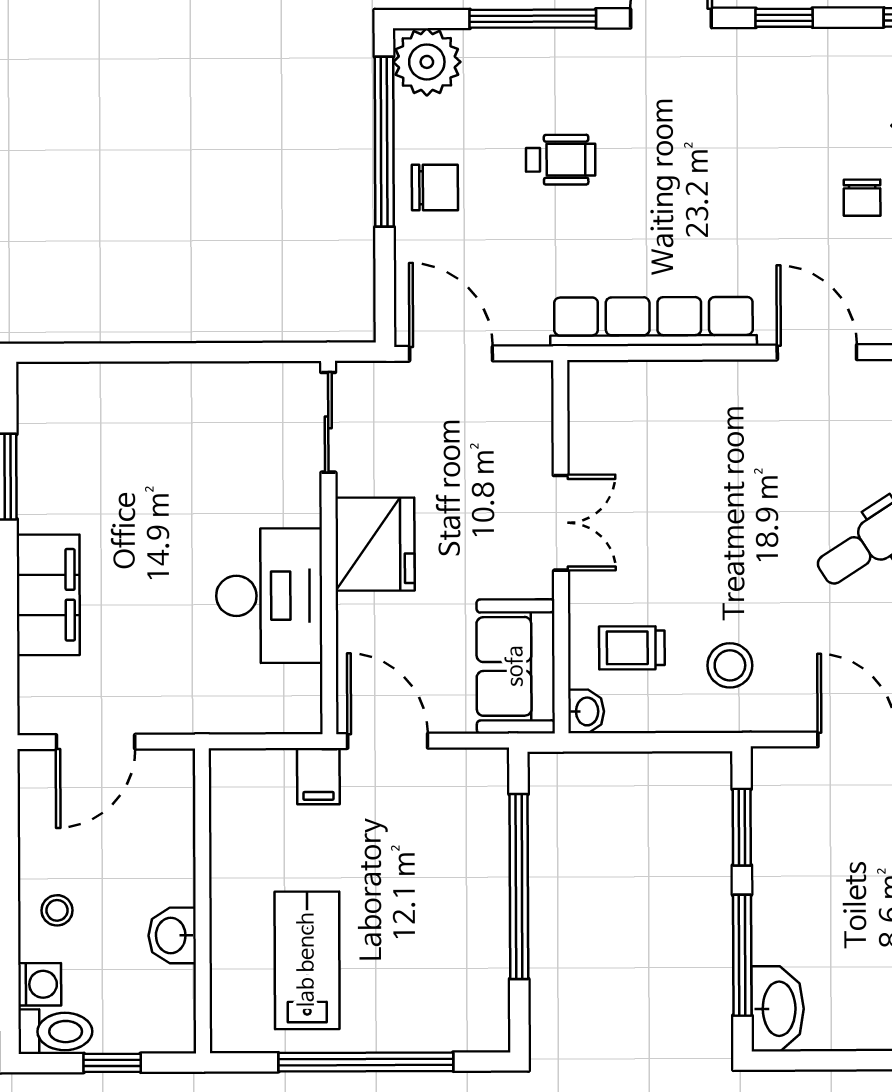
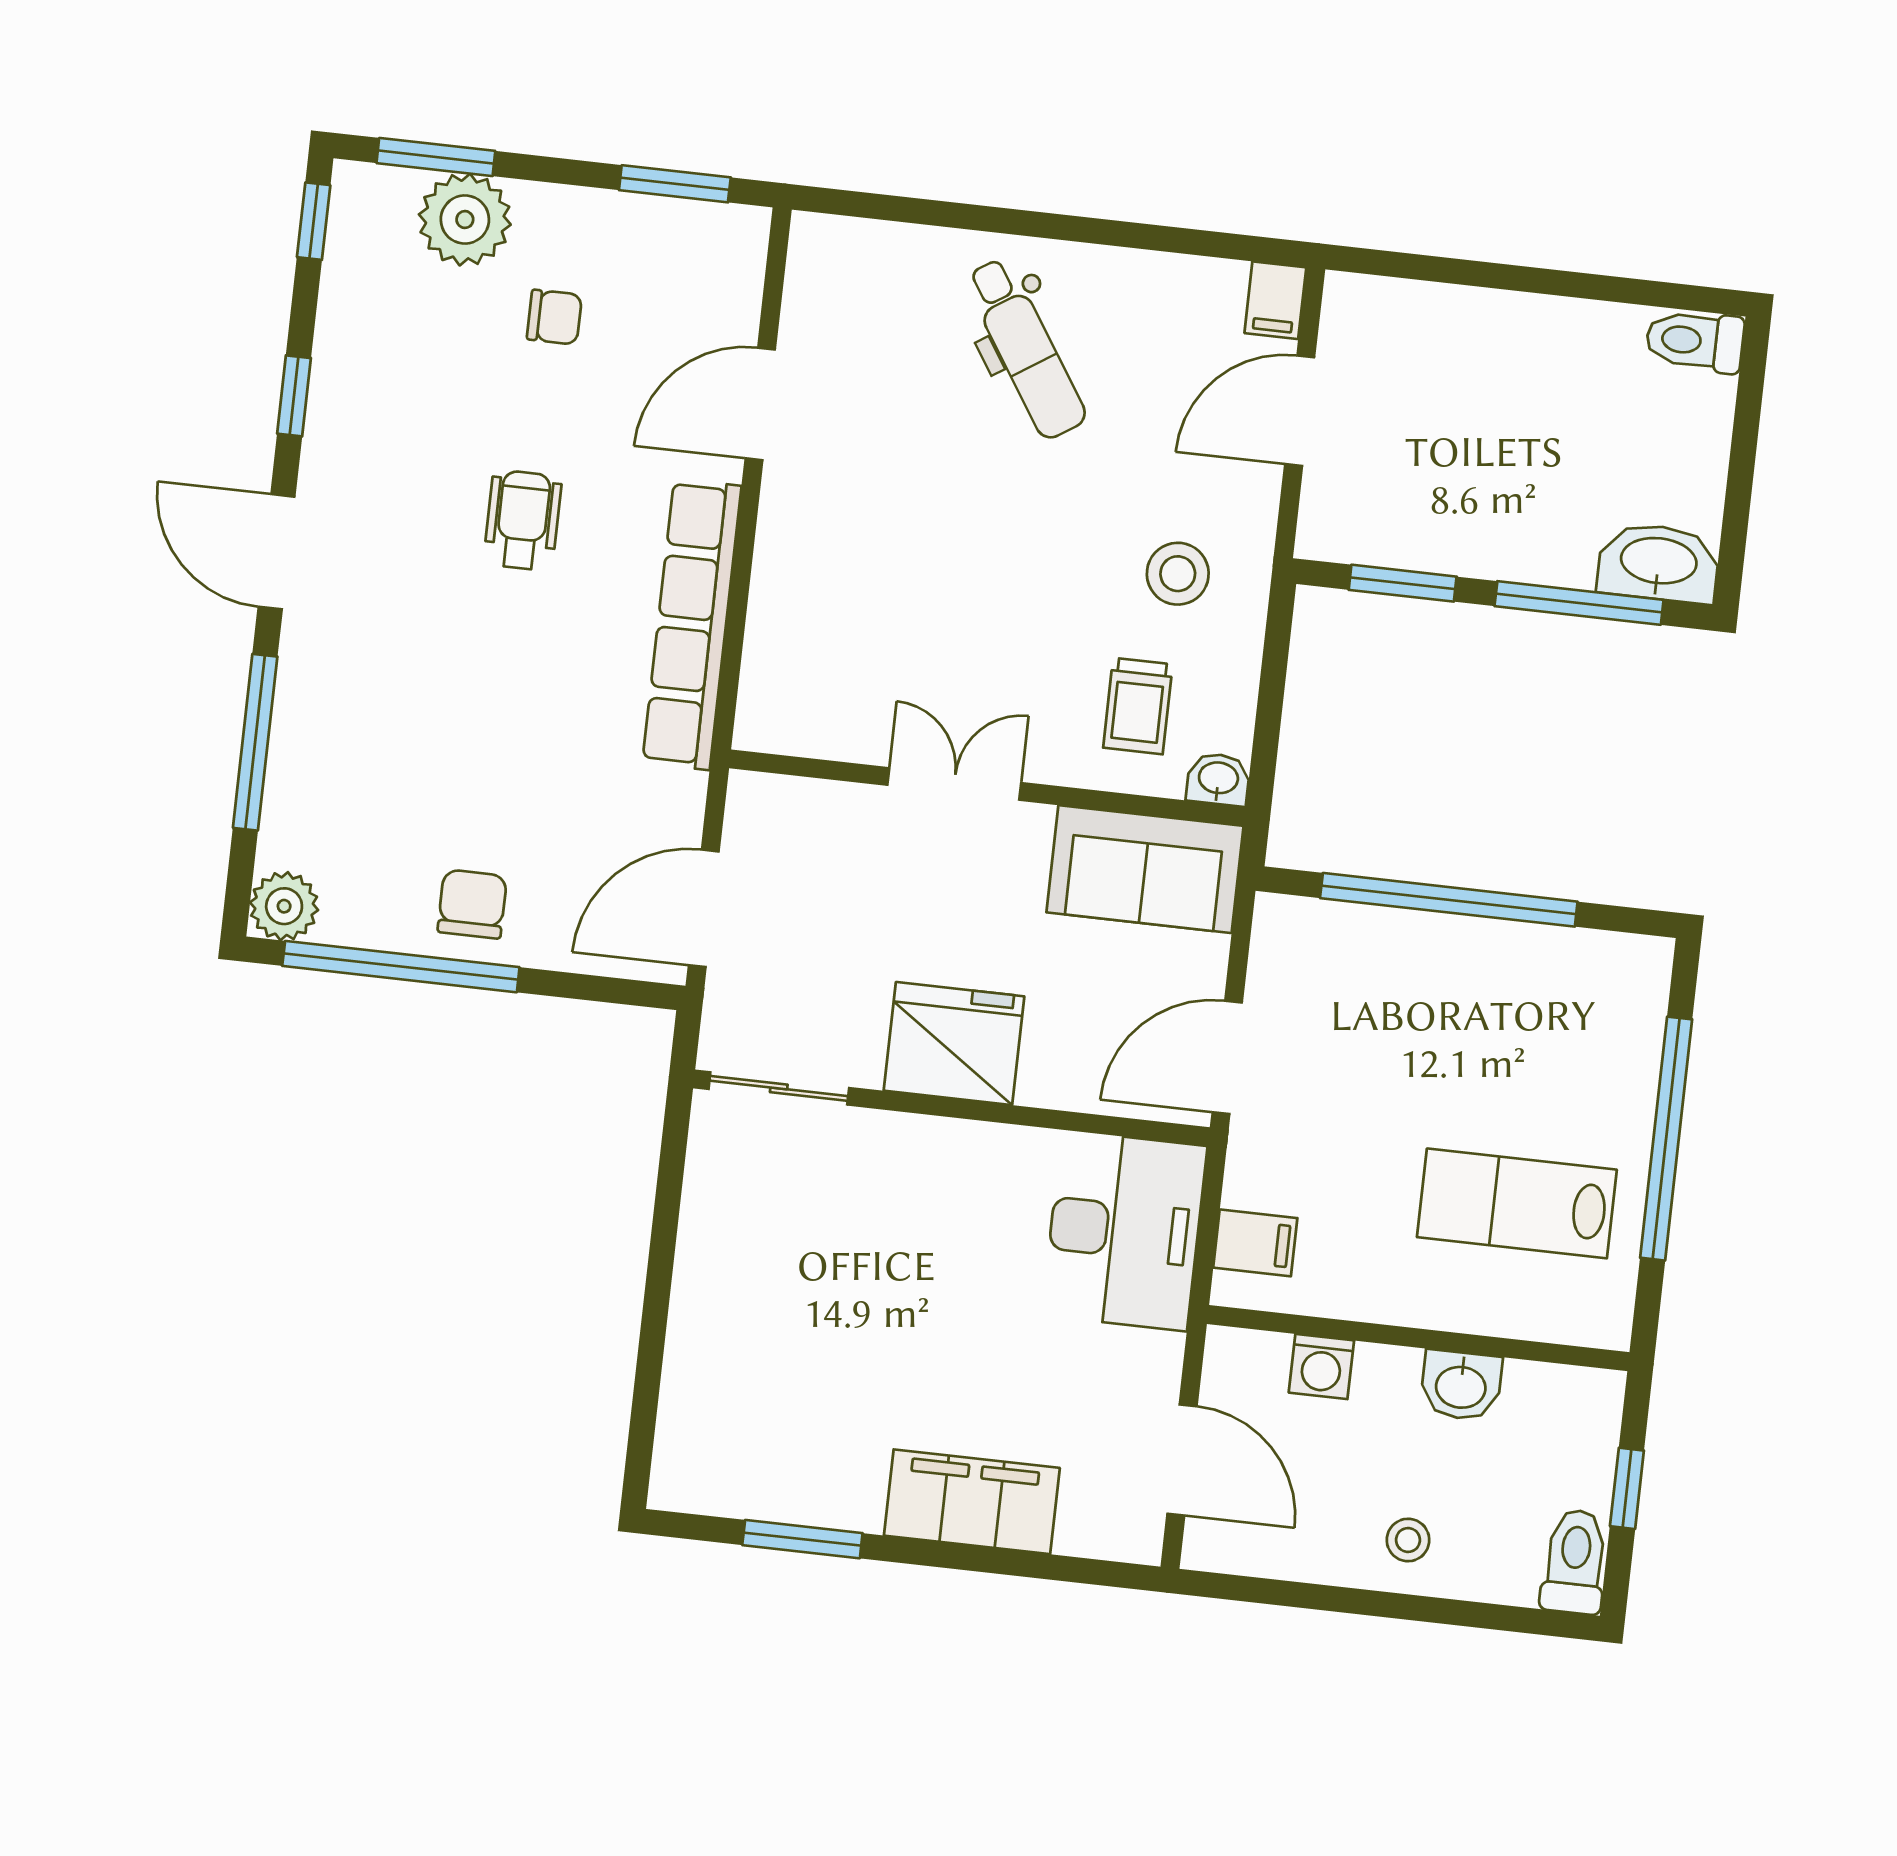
plant: (427, 62) -> (284, 906), width x0.73, depth x0.73
wheelchair: (561, 160) -> (523, 520), moved
desk: (269, 596) -> (1124, 1231), moved, turned 90
filing cabinet: (318, 776) -> (1255, 1243), moved
washing machine: (40, 984) -> (1321, 1367), moved, turned 180

